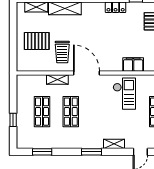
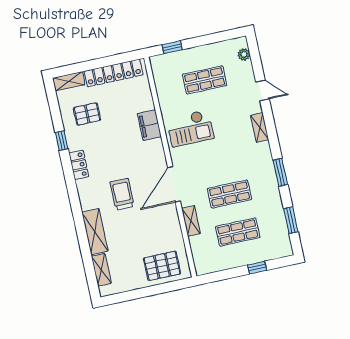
pallet: (37, 41) -> (162, 266), moved, turned 90
trolley: (62, 52) -> (122, 194), moved, turned -90
checkout: (124, 94) -> (190, 128), turned 180
window: (91, 152) -> (280, 172), moved

